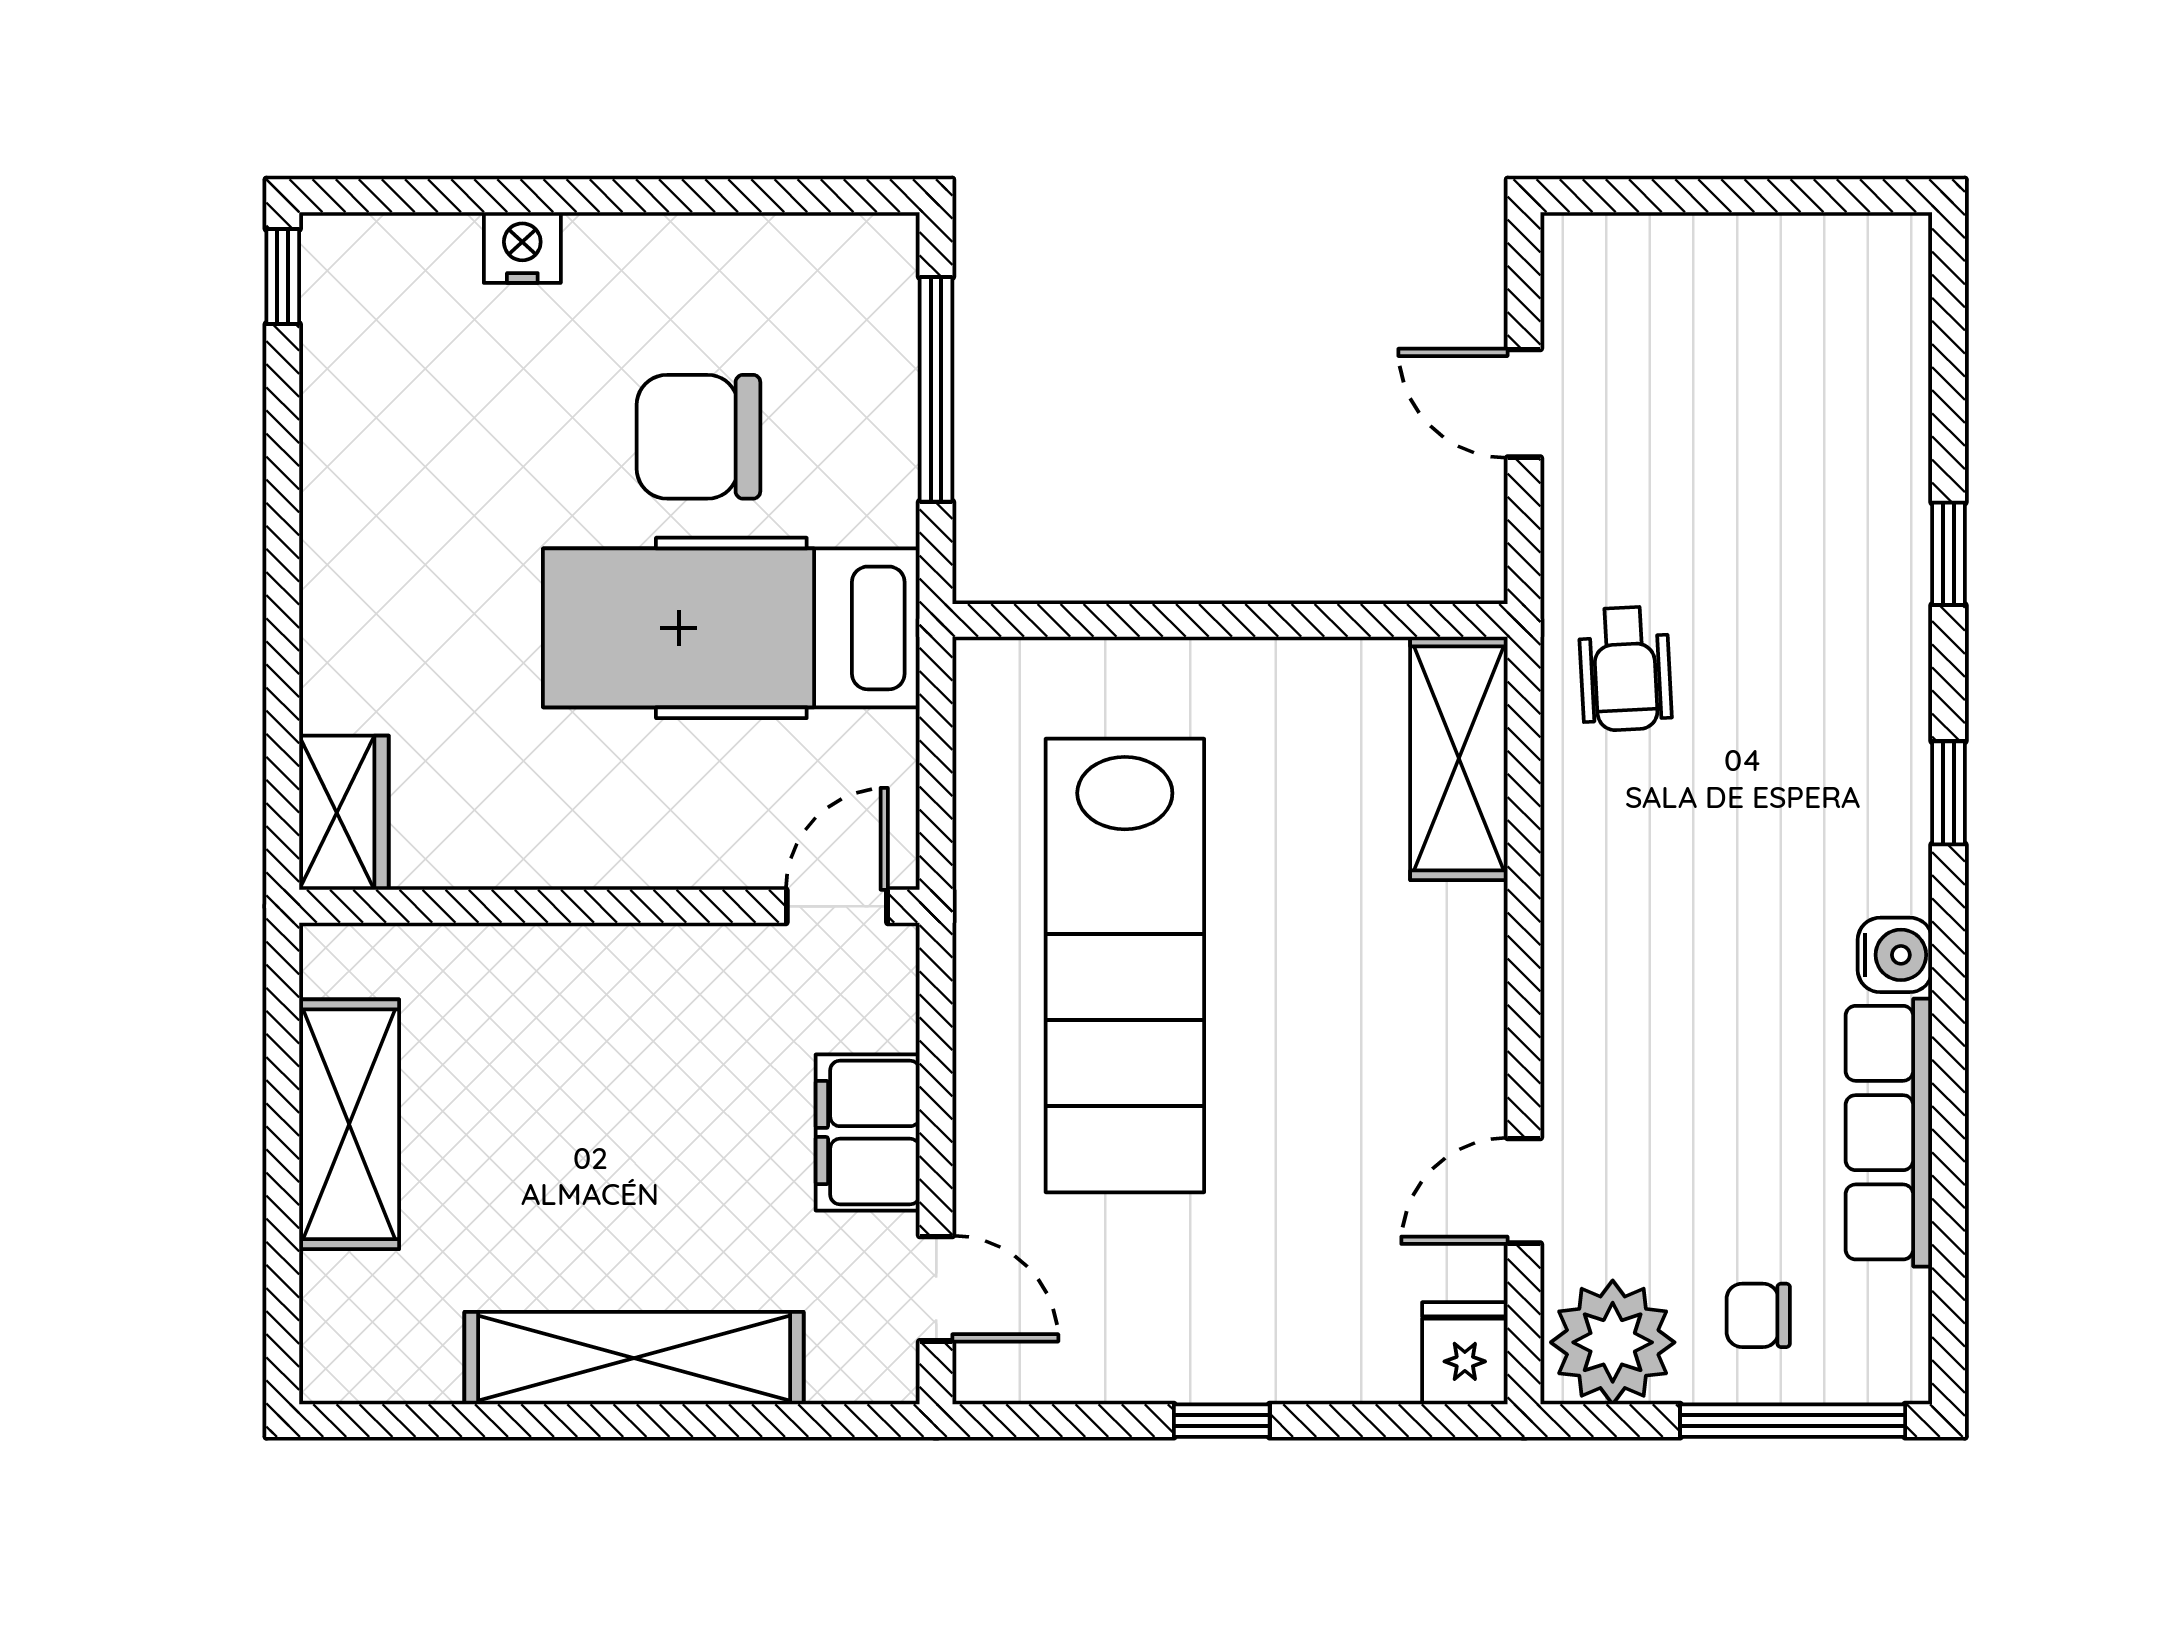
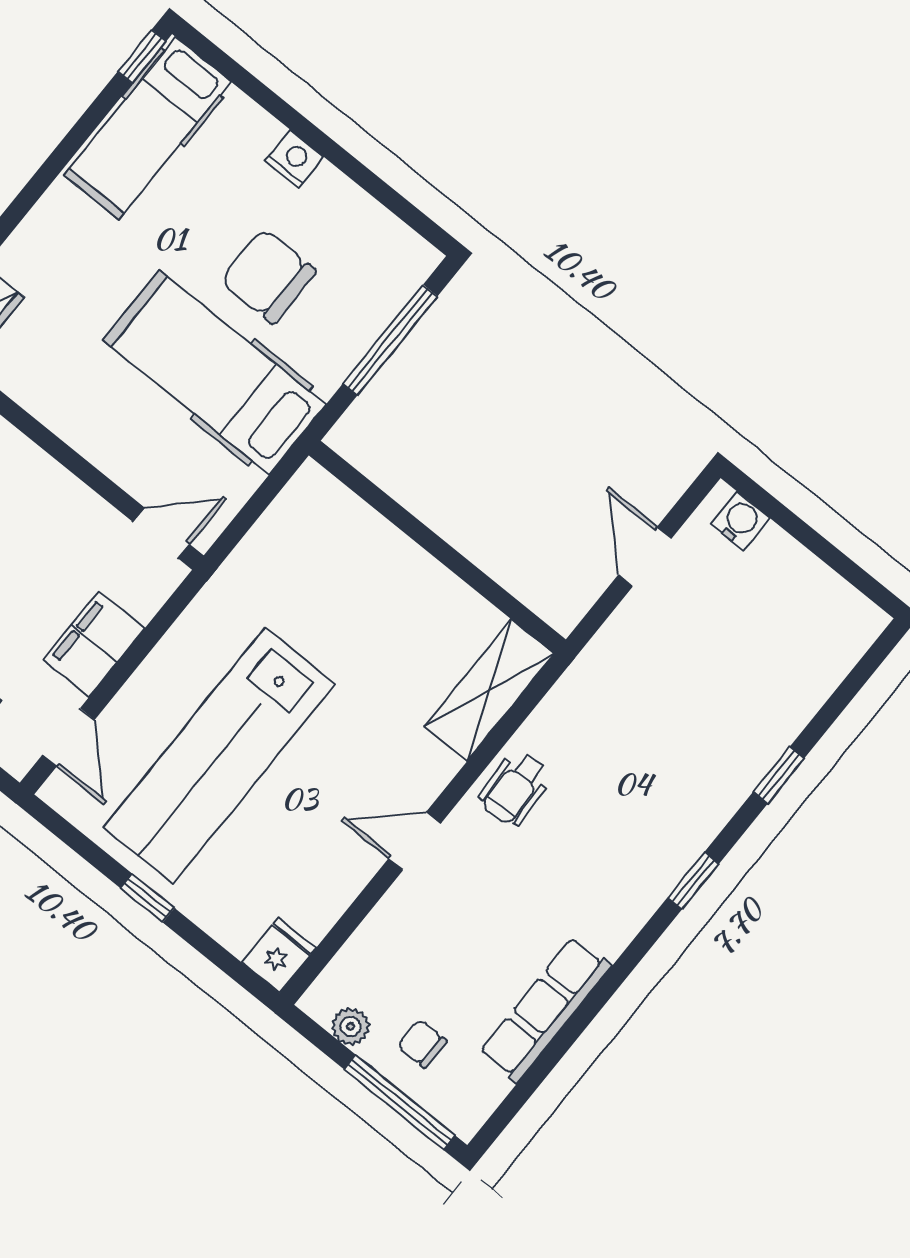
nightstand: (522, 248) -> (294, 159), moved
hospital bed: (370, 369) -> (147, 128), added
wheelchair: (1625, 669) -> (515, 788), moved
water cooler: (1895, 955) -> (740, 521), moved, turned -90
lab bench: (1125, 966) -> (219, 756), moved
door: (1524, 1191) -> (415, 841), moved
plant: (1613, 1342) -> (351, 1026), width x0.53, depth x0.53

